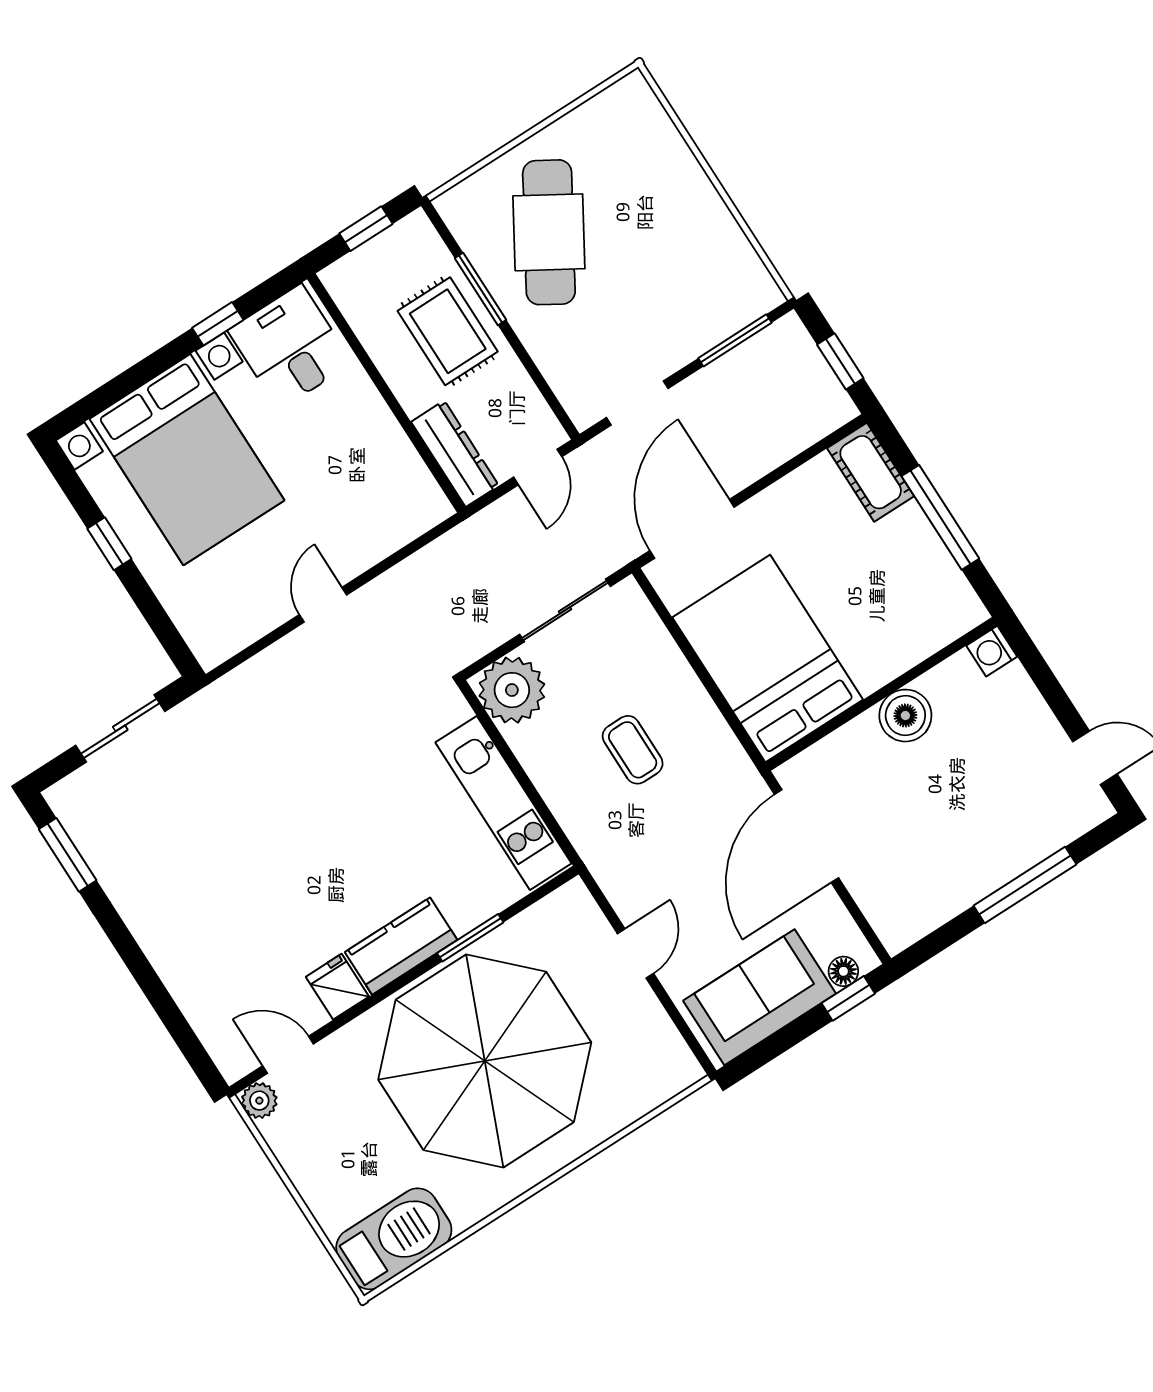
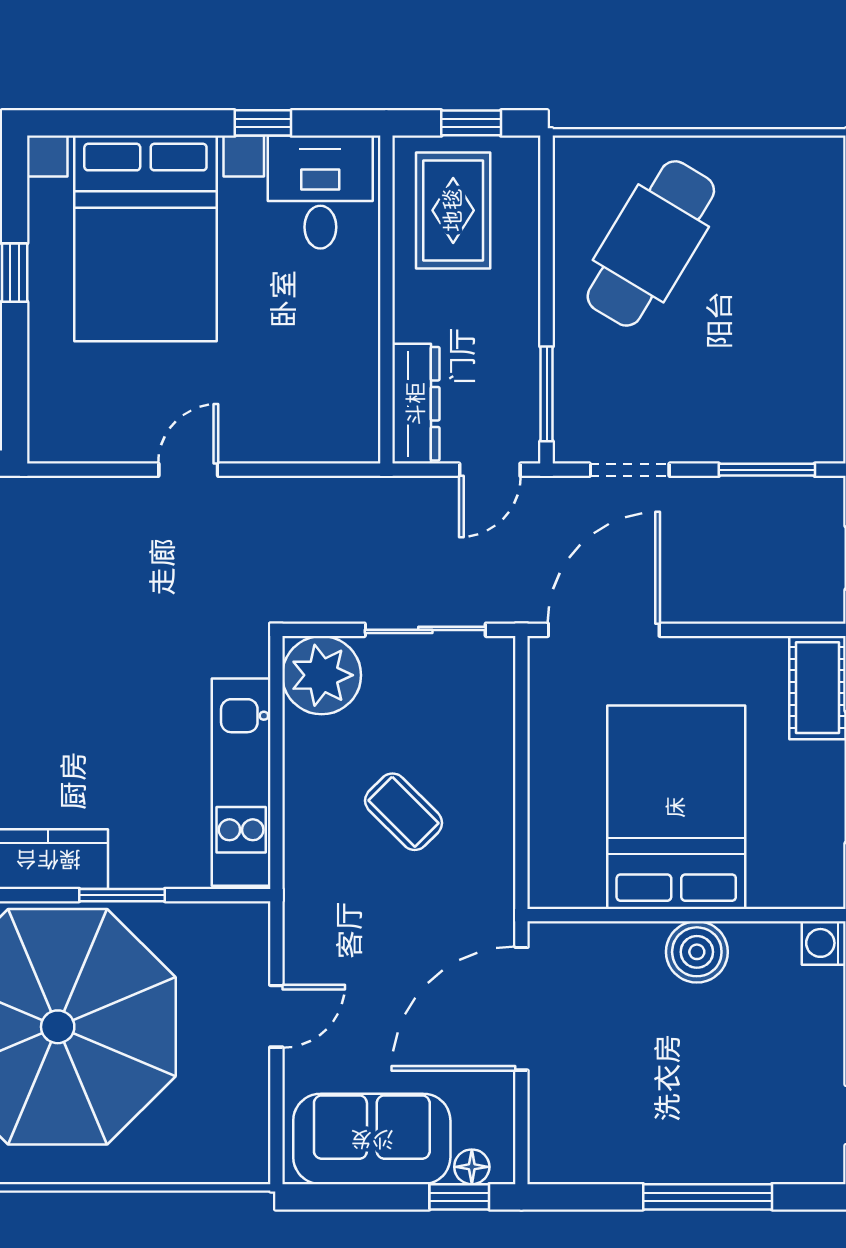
window: (480, 289) -> (547, 394), moved
rug: (448, 331) -> (453, 210), moved
bed: (768, 658) -> (676, 807), moved
coffee table: (633, 750) -> (404, 812), turned -45

